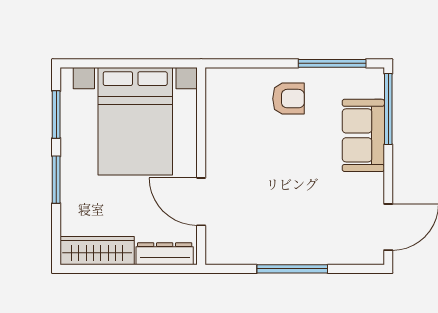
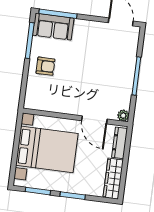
armchair: (288, 99) -> (45, 66), turned 90
sofa: (363, 135) -> (53, 27), moved
door: (201, 202) -> (94, 120), hinge flipped
plant: (216, 254) -> (123, 116), added

